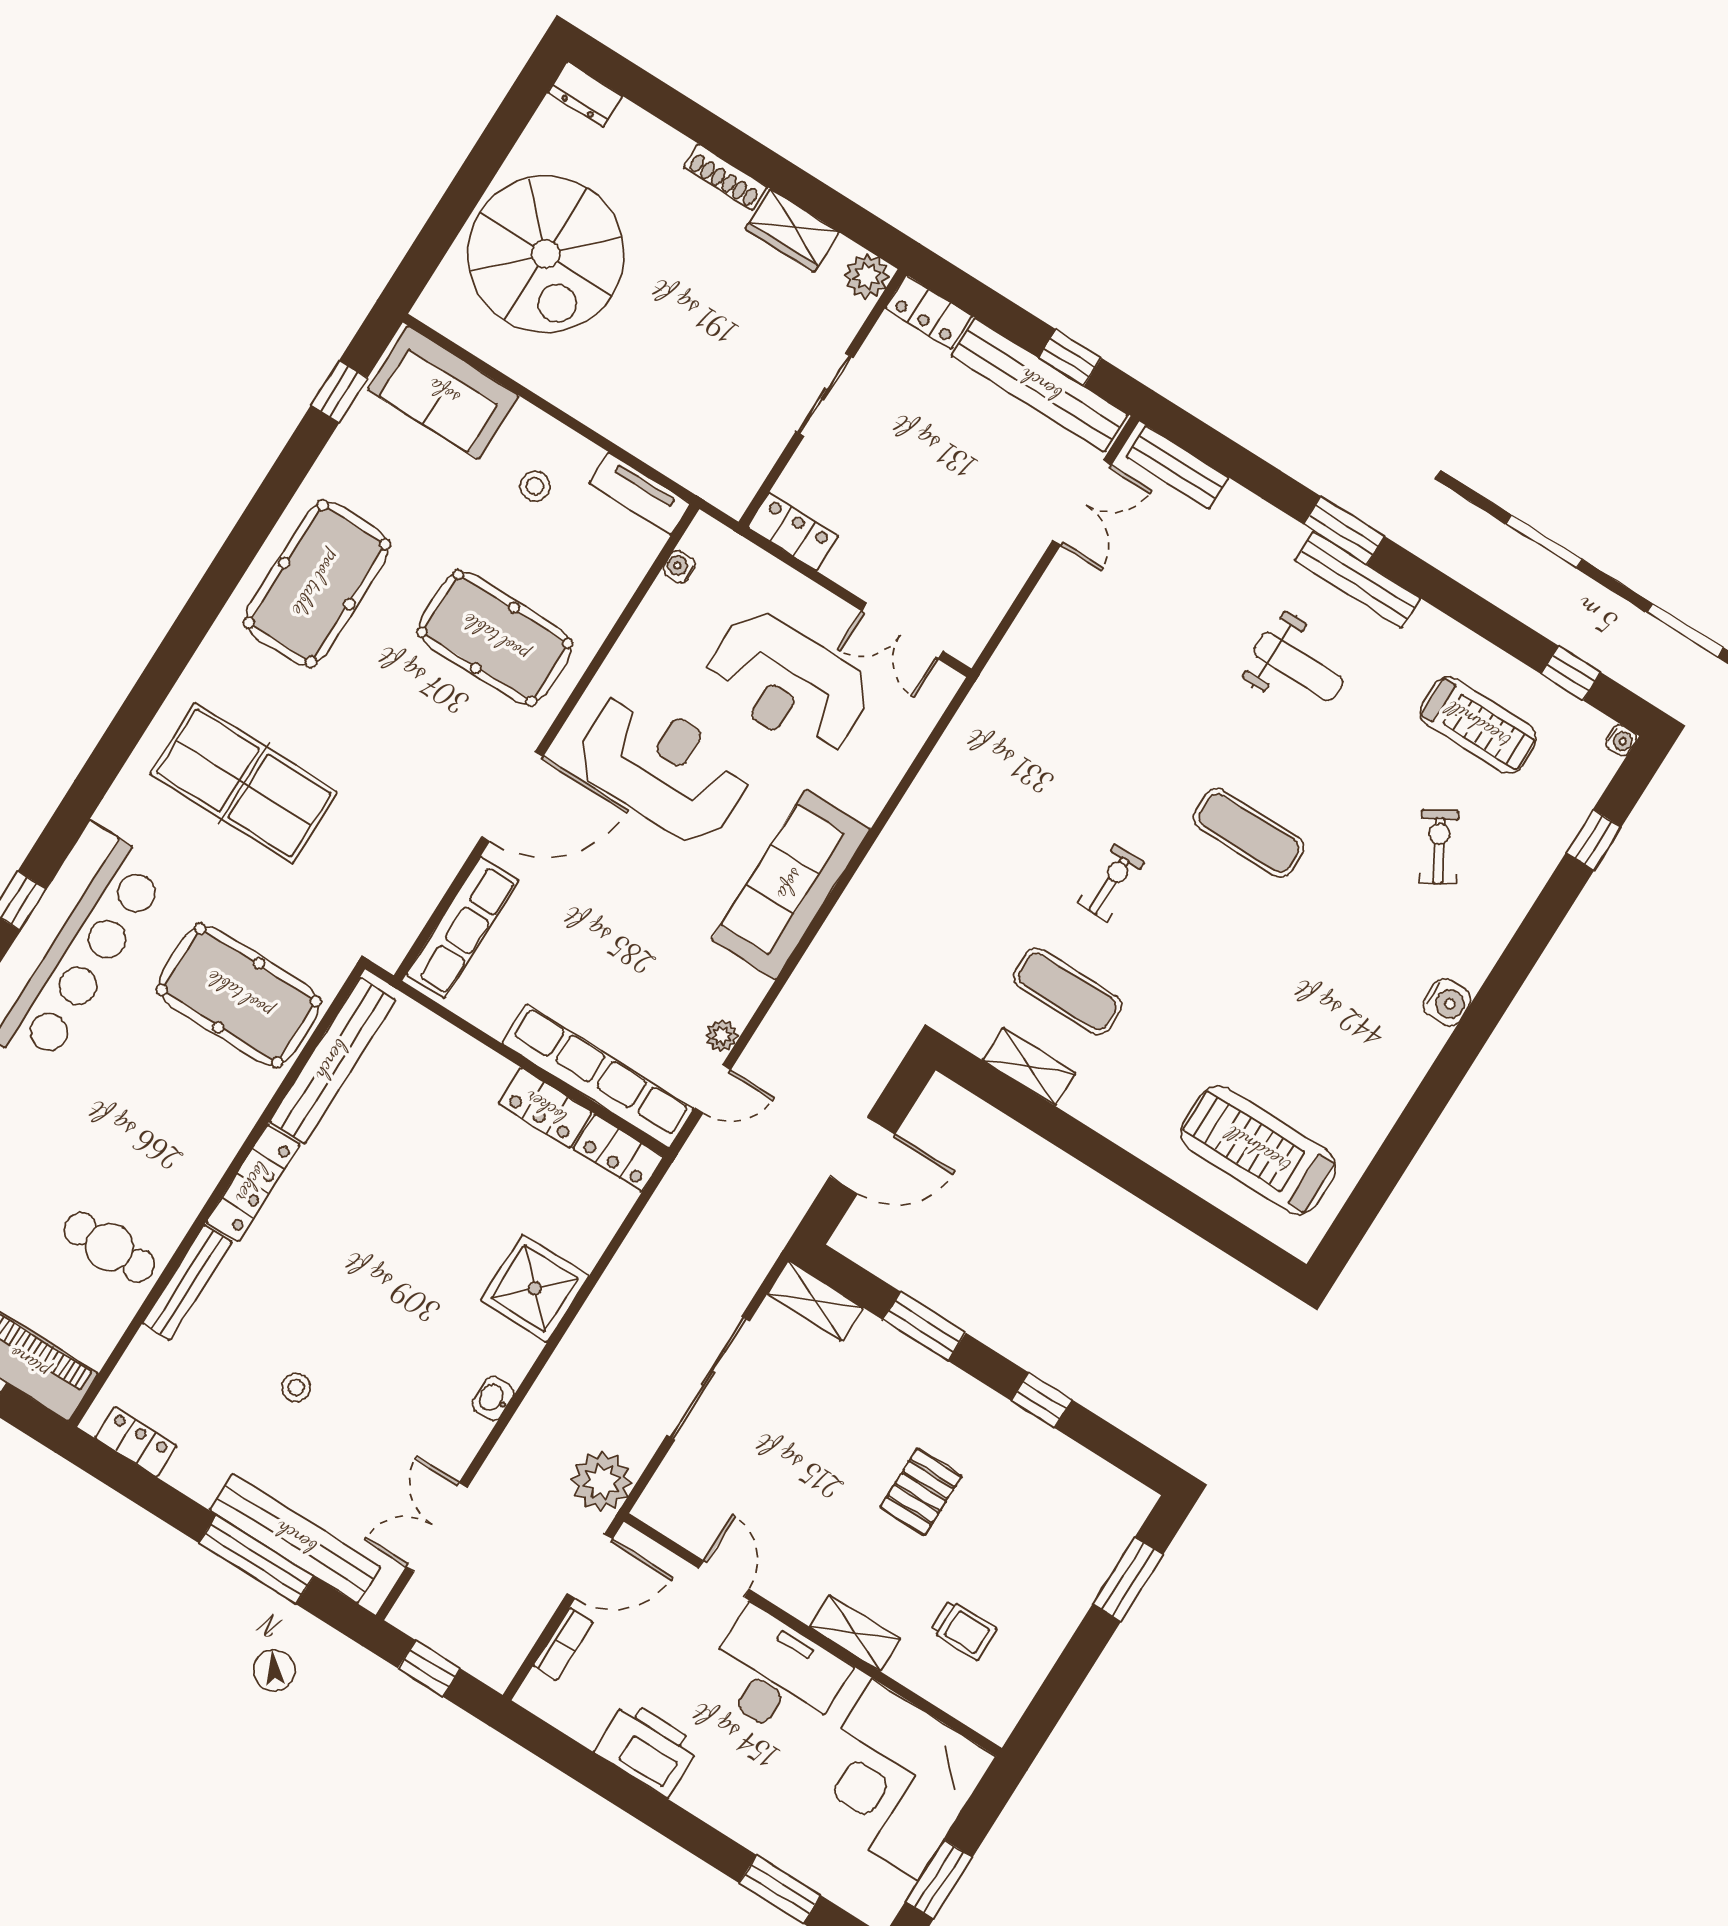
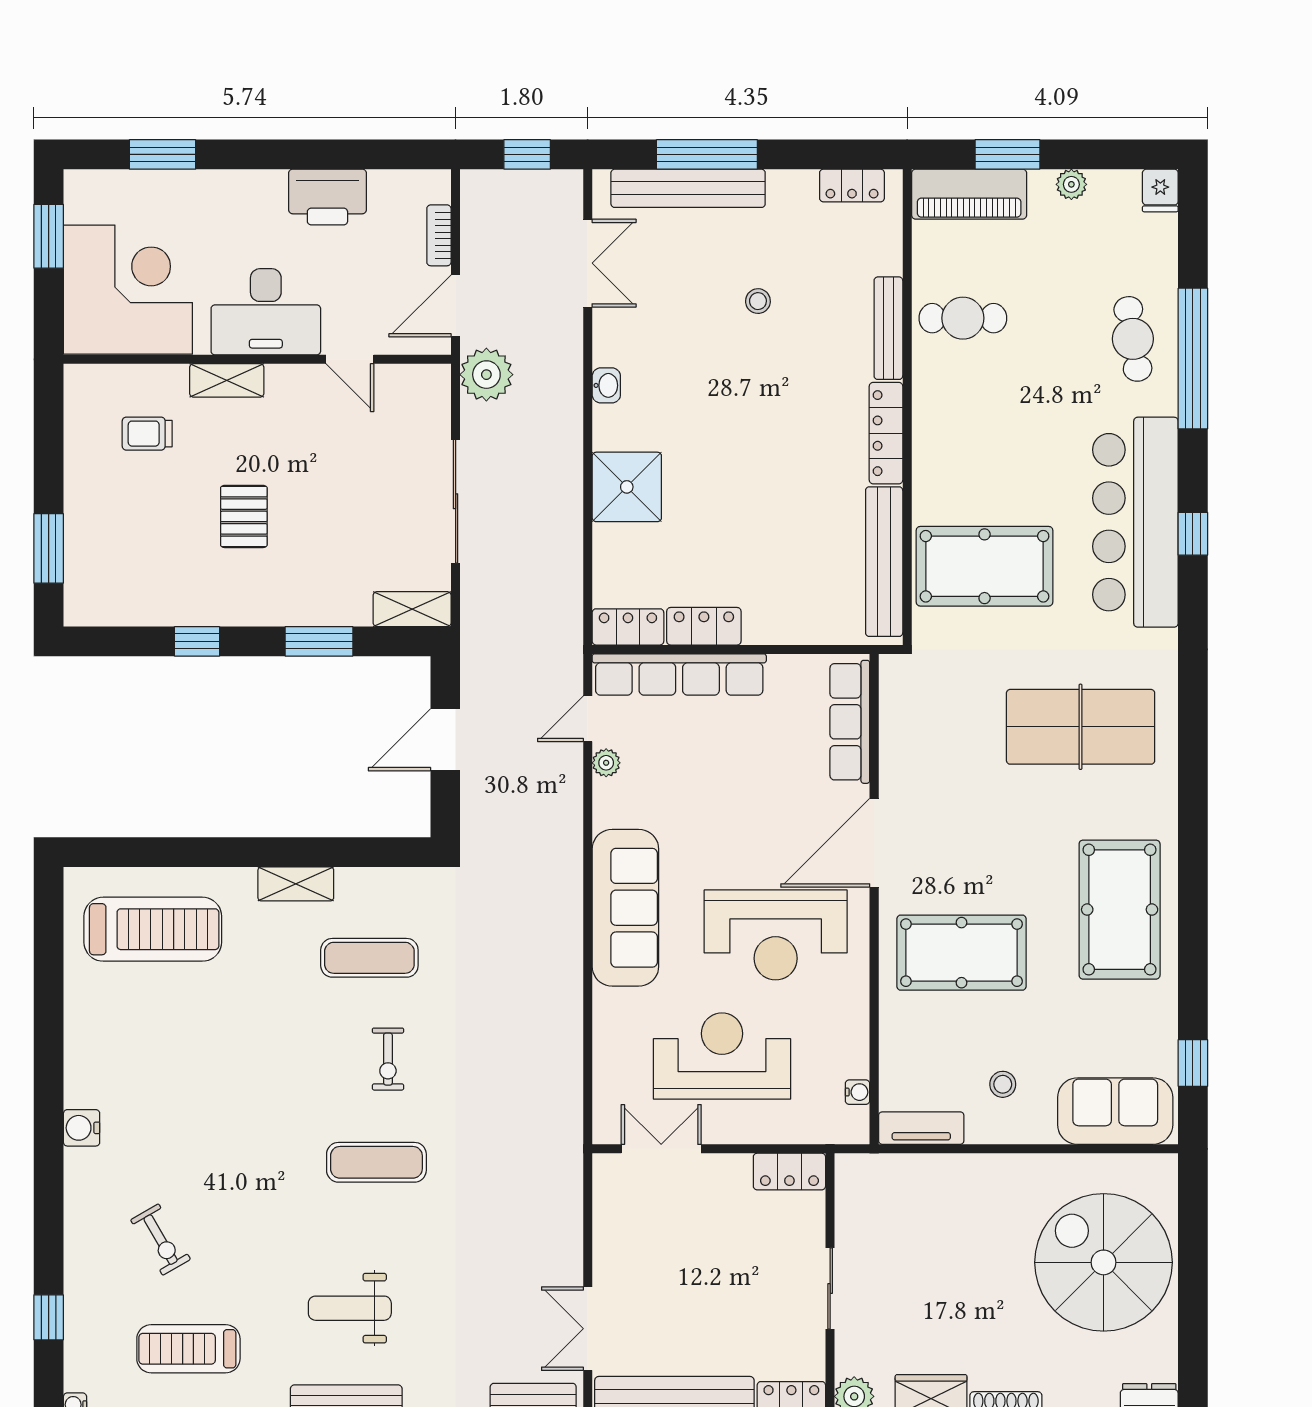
exercise mat: (1249, 833) -> (376, 1162), moved
shelving: (1029, 1067) -> (296, 884), moved

